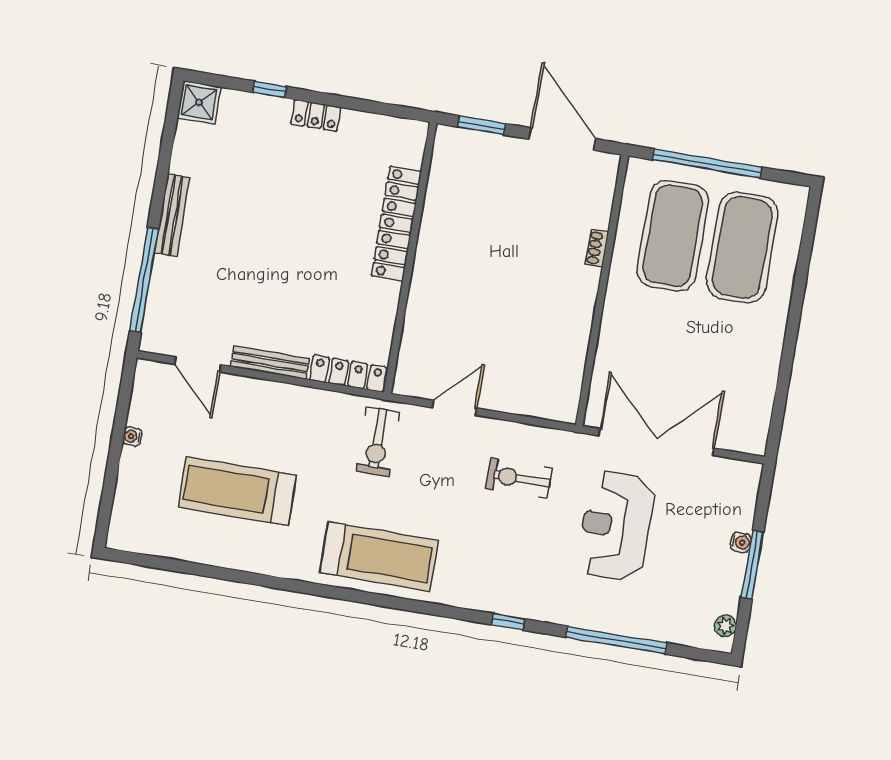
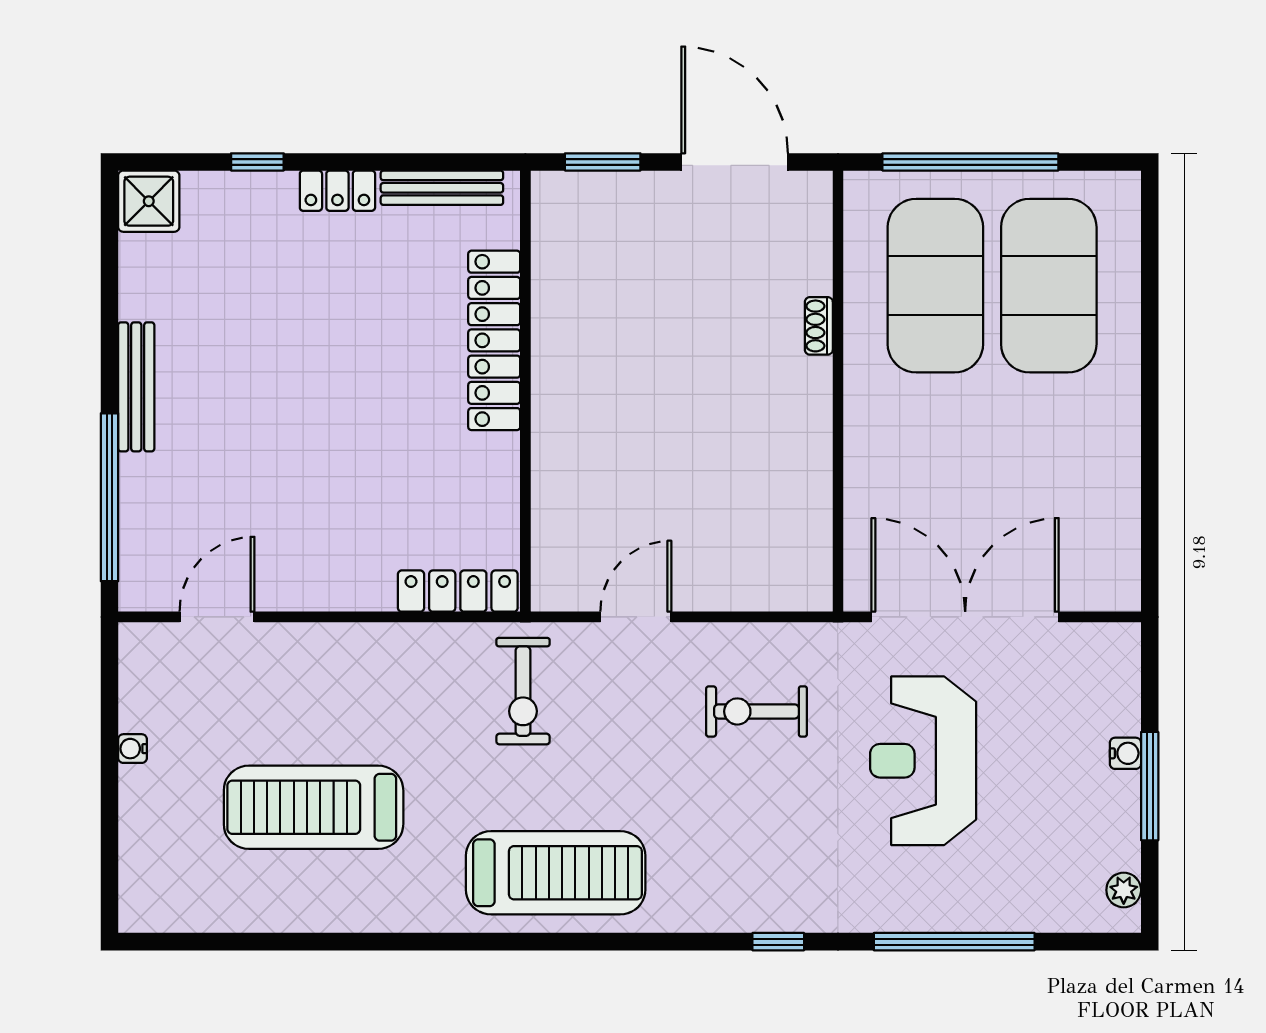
bench: (270, 362) -> (442, 188), moved
door: (198, 364) -> (217, 617), swing flipped

